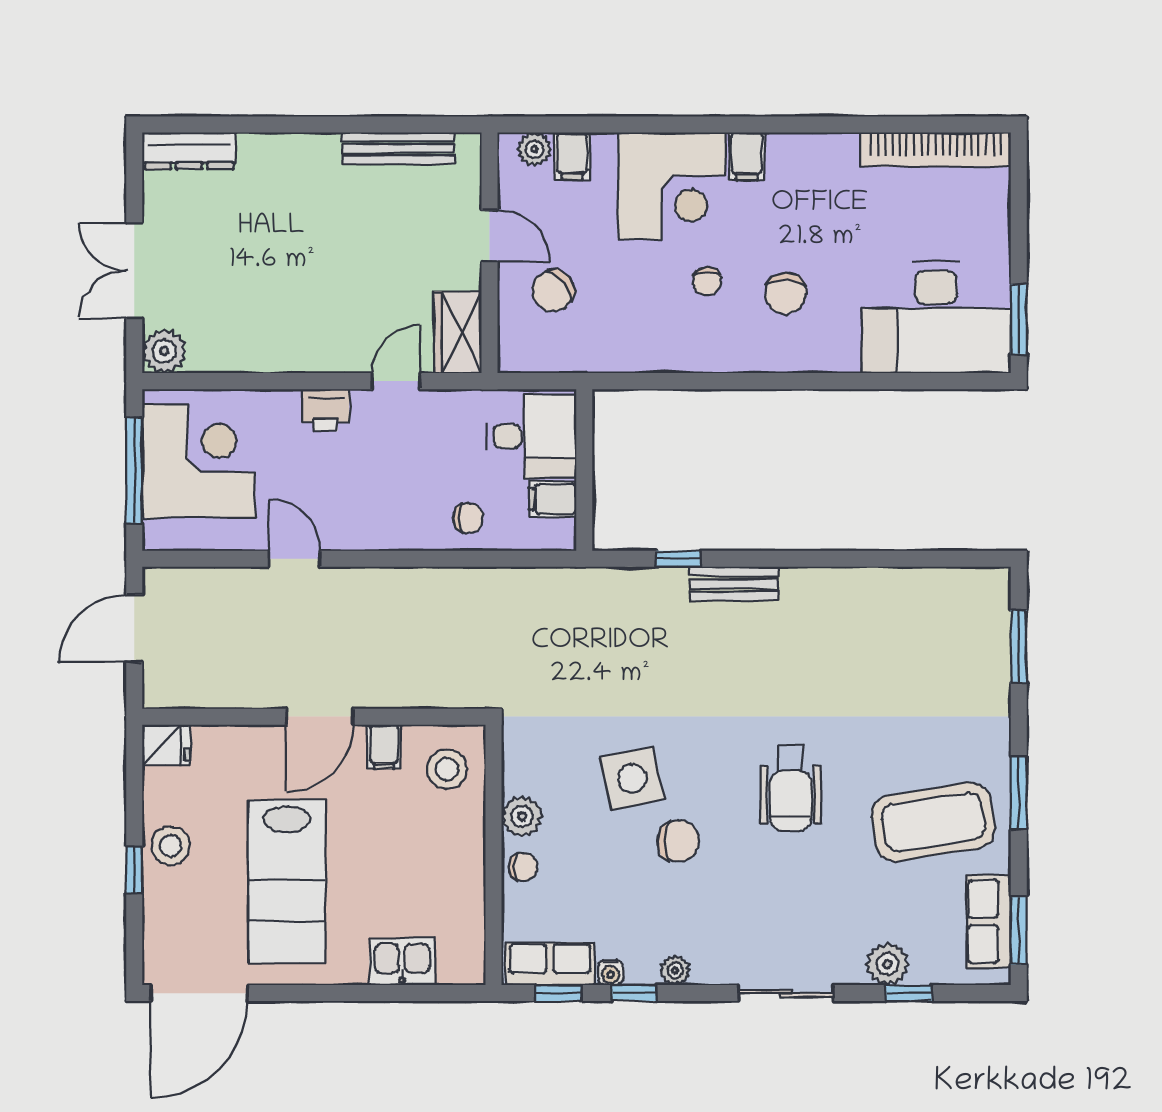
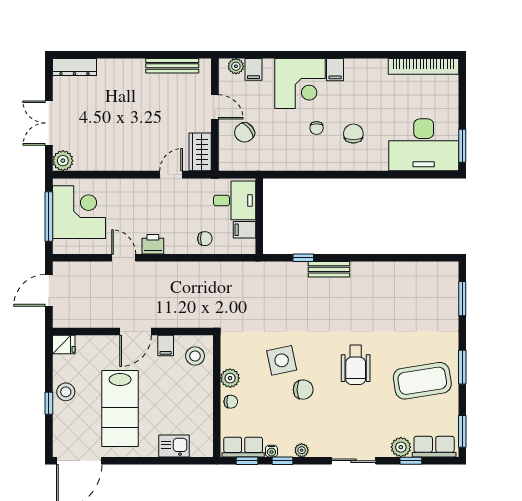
chair: (786, 293) -> (353, 134), turned 180
printer: (326, 410) -> (153, 244), moved, turned 180
row of seats: (989, 921) -> (434, 447), moved, turned 90

